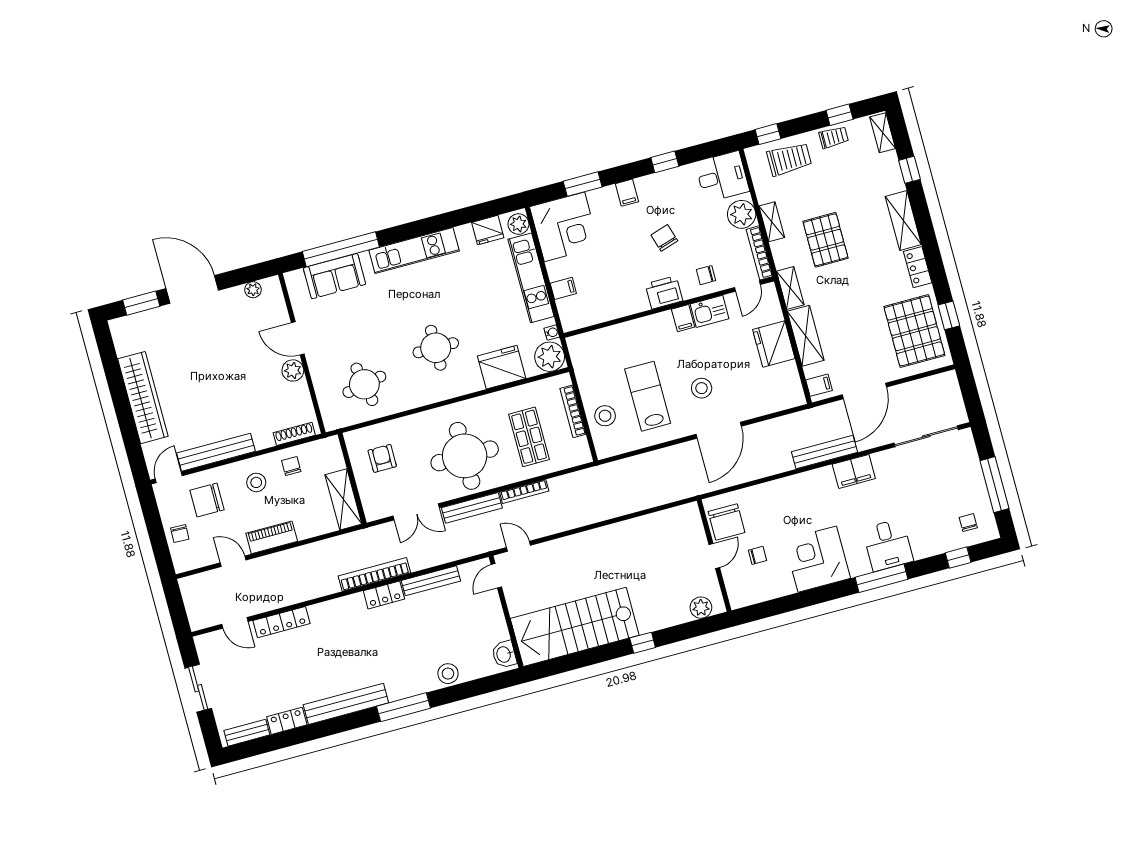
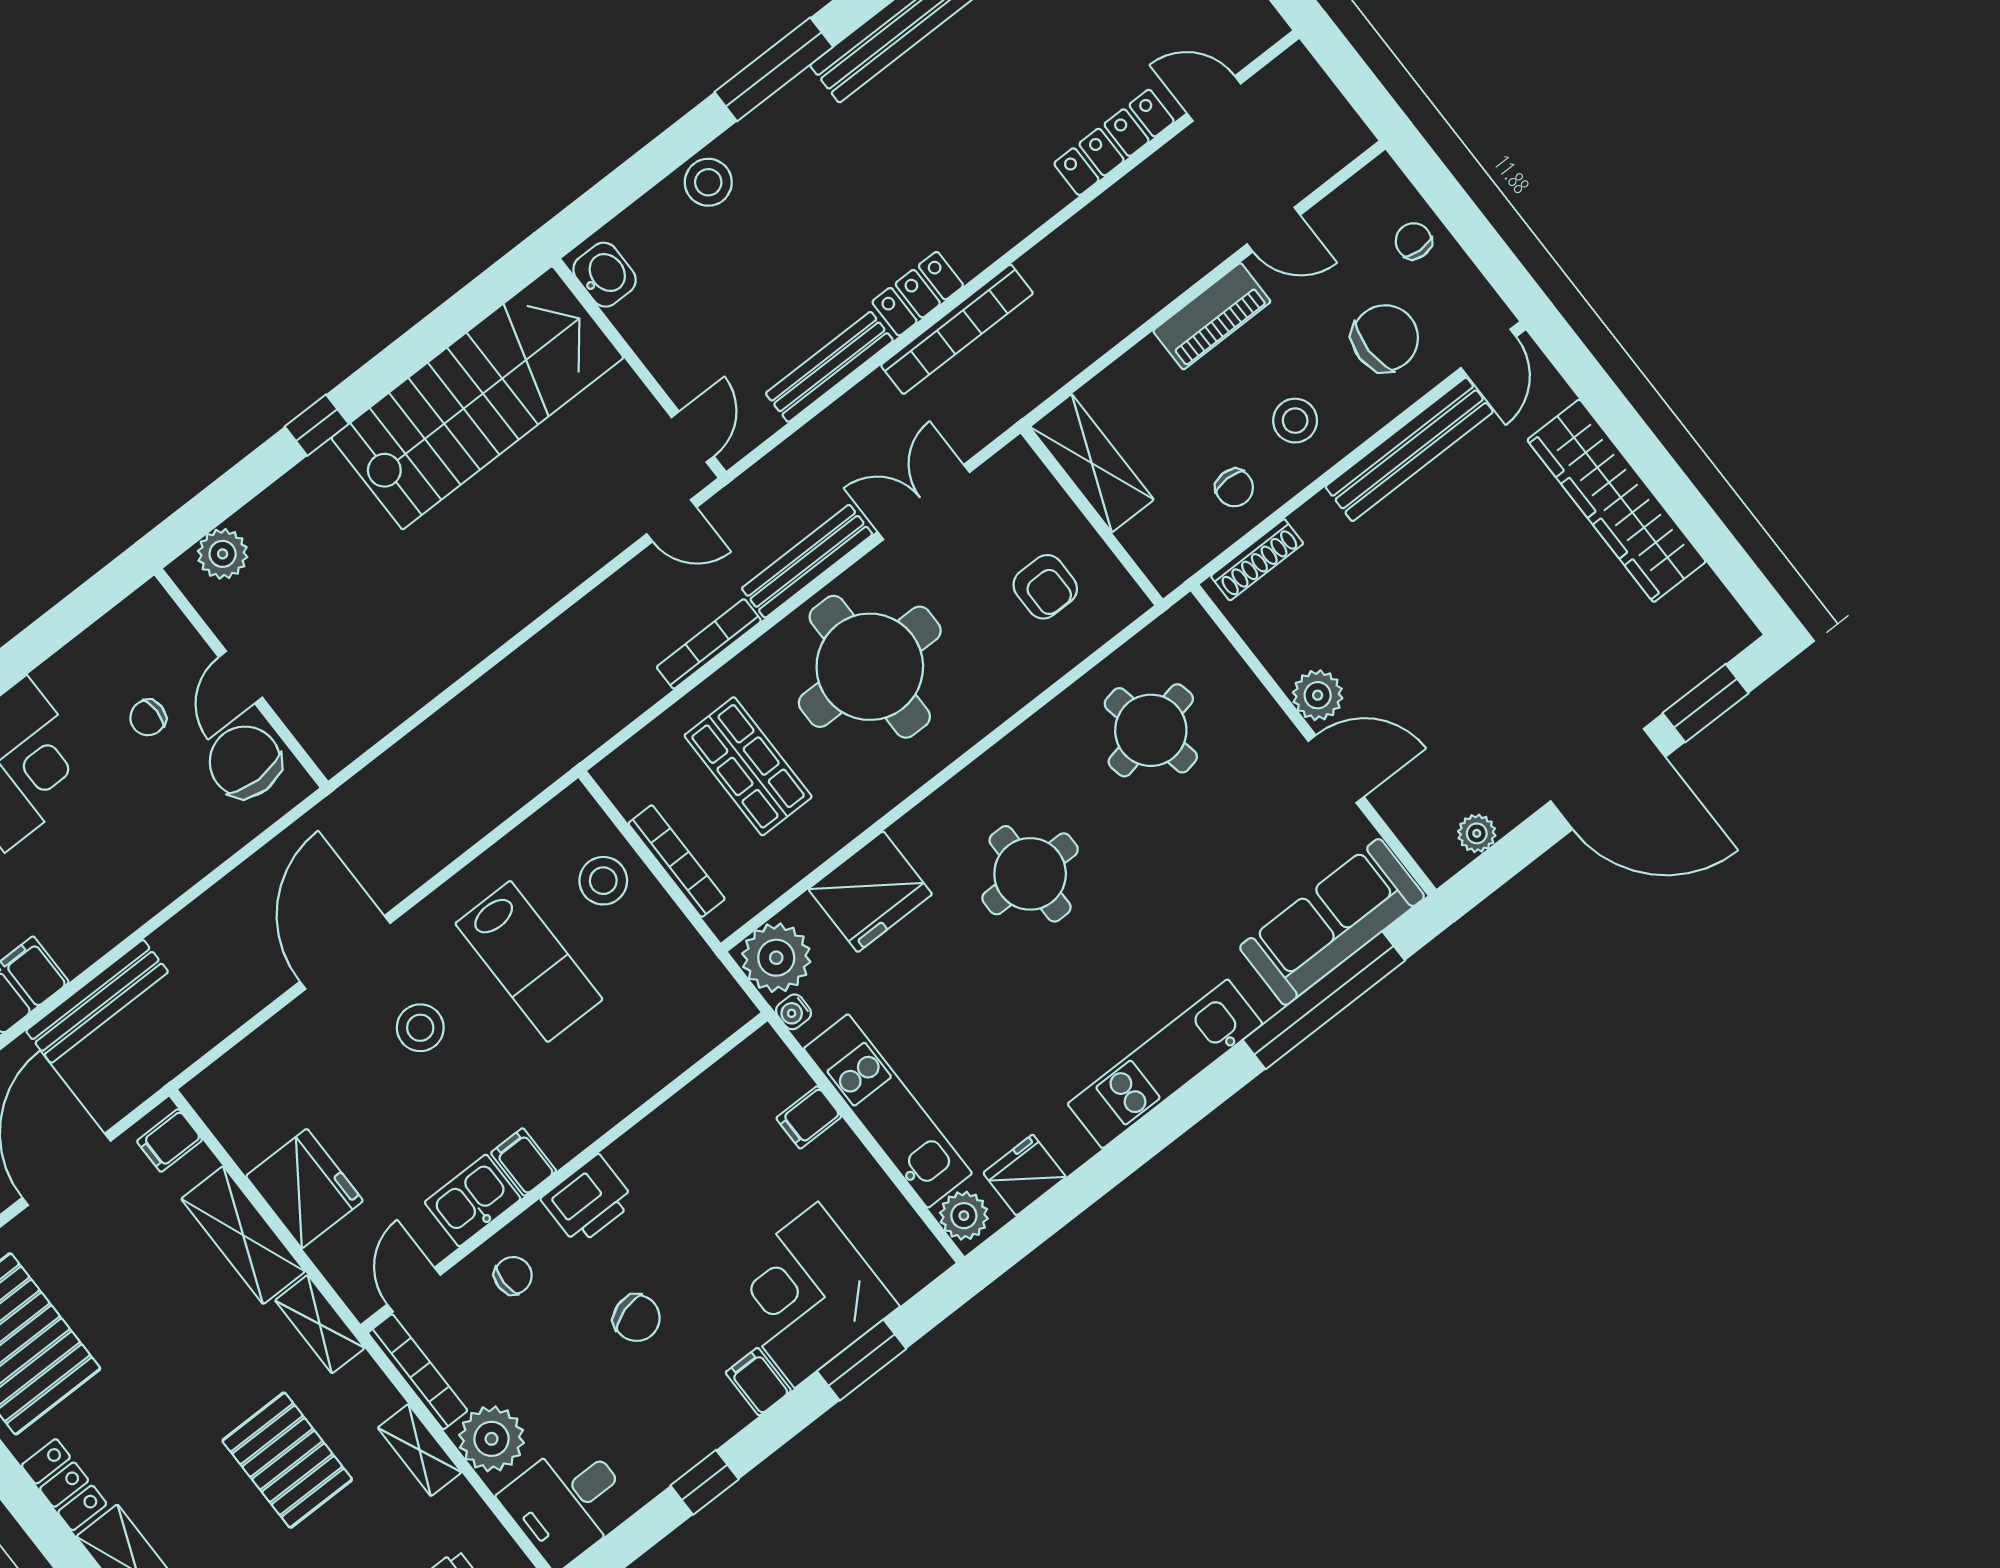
corner desk: (564, 227) -> (806, 1295), moved
sofa: (335, 276) -> (1332, 922), width x1.36

